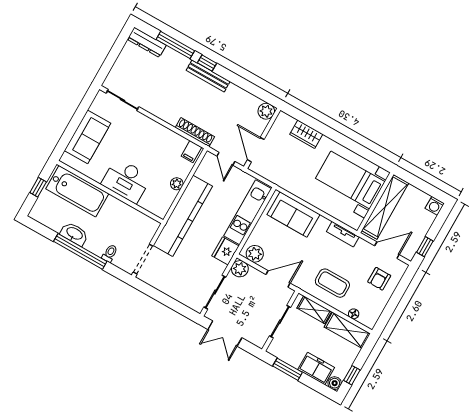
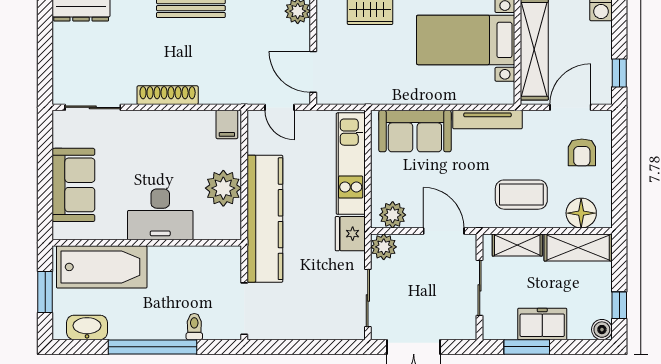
shoe rack: (195, 132) -> (168, 95), moved
plant: (177, 184) -> (223, 188), width x1.87, depth x1.87
window: (38, 187) -> (45, 292), width x1.50
washbasin: (74, 234) -> (87, 327), moved
tv unit: (343, 234) -> (487, 120), width x1.41
door: (278, 279) -> (444, 231), hinge flipped
floor lamp: (354, 314) -> (581, 213), width x1.89, depth x1.89
freezer: (316, 369) -> (542, 324), moved

